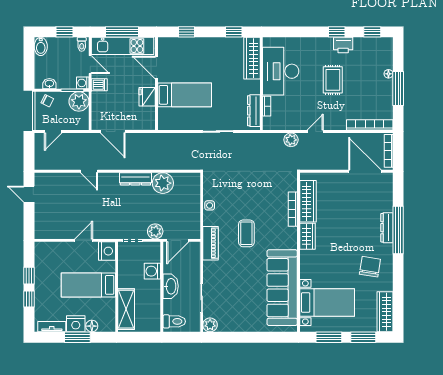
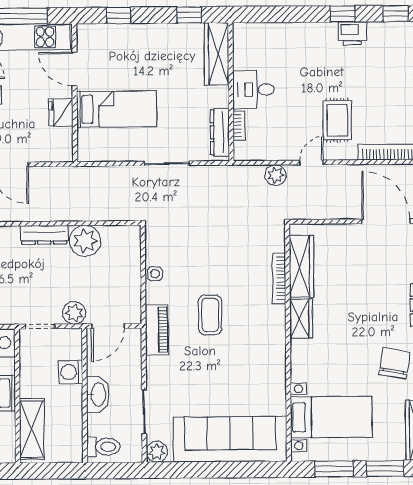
desk: (281, 71) -> (253, 90), width x0.53, depth x0.77
rug: (333, 80) -> (337, 120), moved
sofa: (282, 288) -> (230, 439), moved, turned 90

